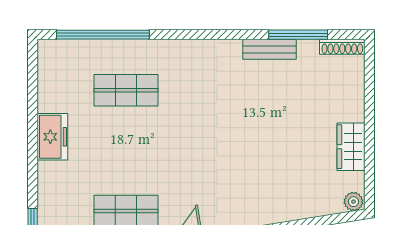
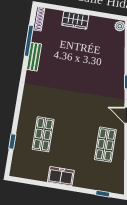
window: (103, 35) -> (12, 141), width x0.32
wardrobe: (351, 147) -> (75, 20), moved

